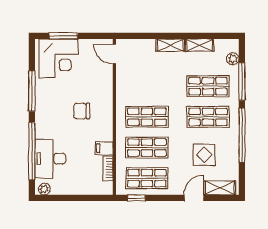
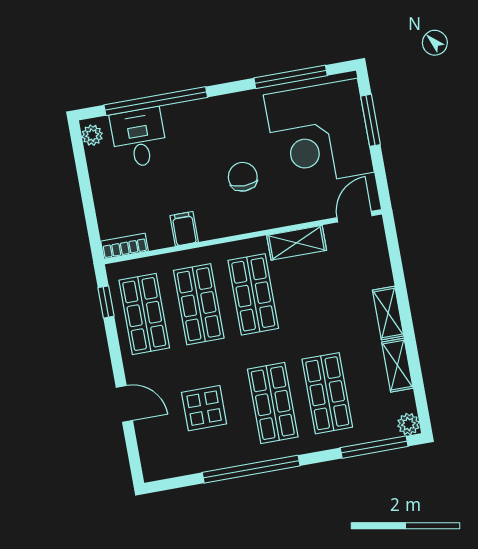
corner desk: (59, 58) -> (319, 134), width x1.36, depth x1.36
plant: (233, 59) -> (408, 424), moved
window: (242, 81) -> (374, 447), moved
window: (32, 91) -> (291, 77), moved
desk: (50, 159) -> (139, 138), width x0.73
bookcase: (108, 168) -> (124, 246), moved
shelving: (220, 188) -> (297, 243), moved, turned 90

